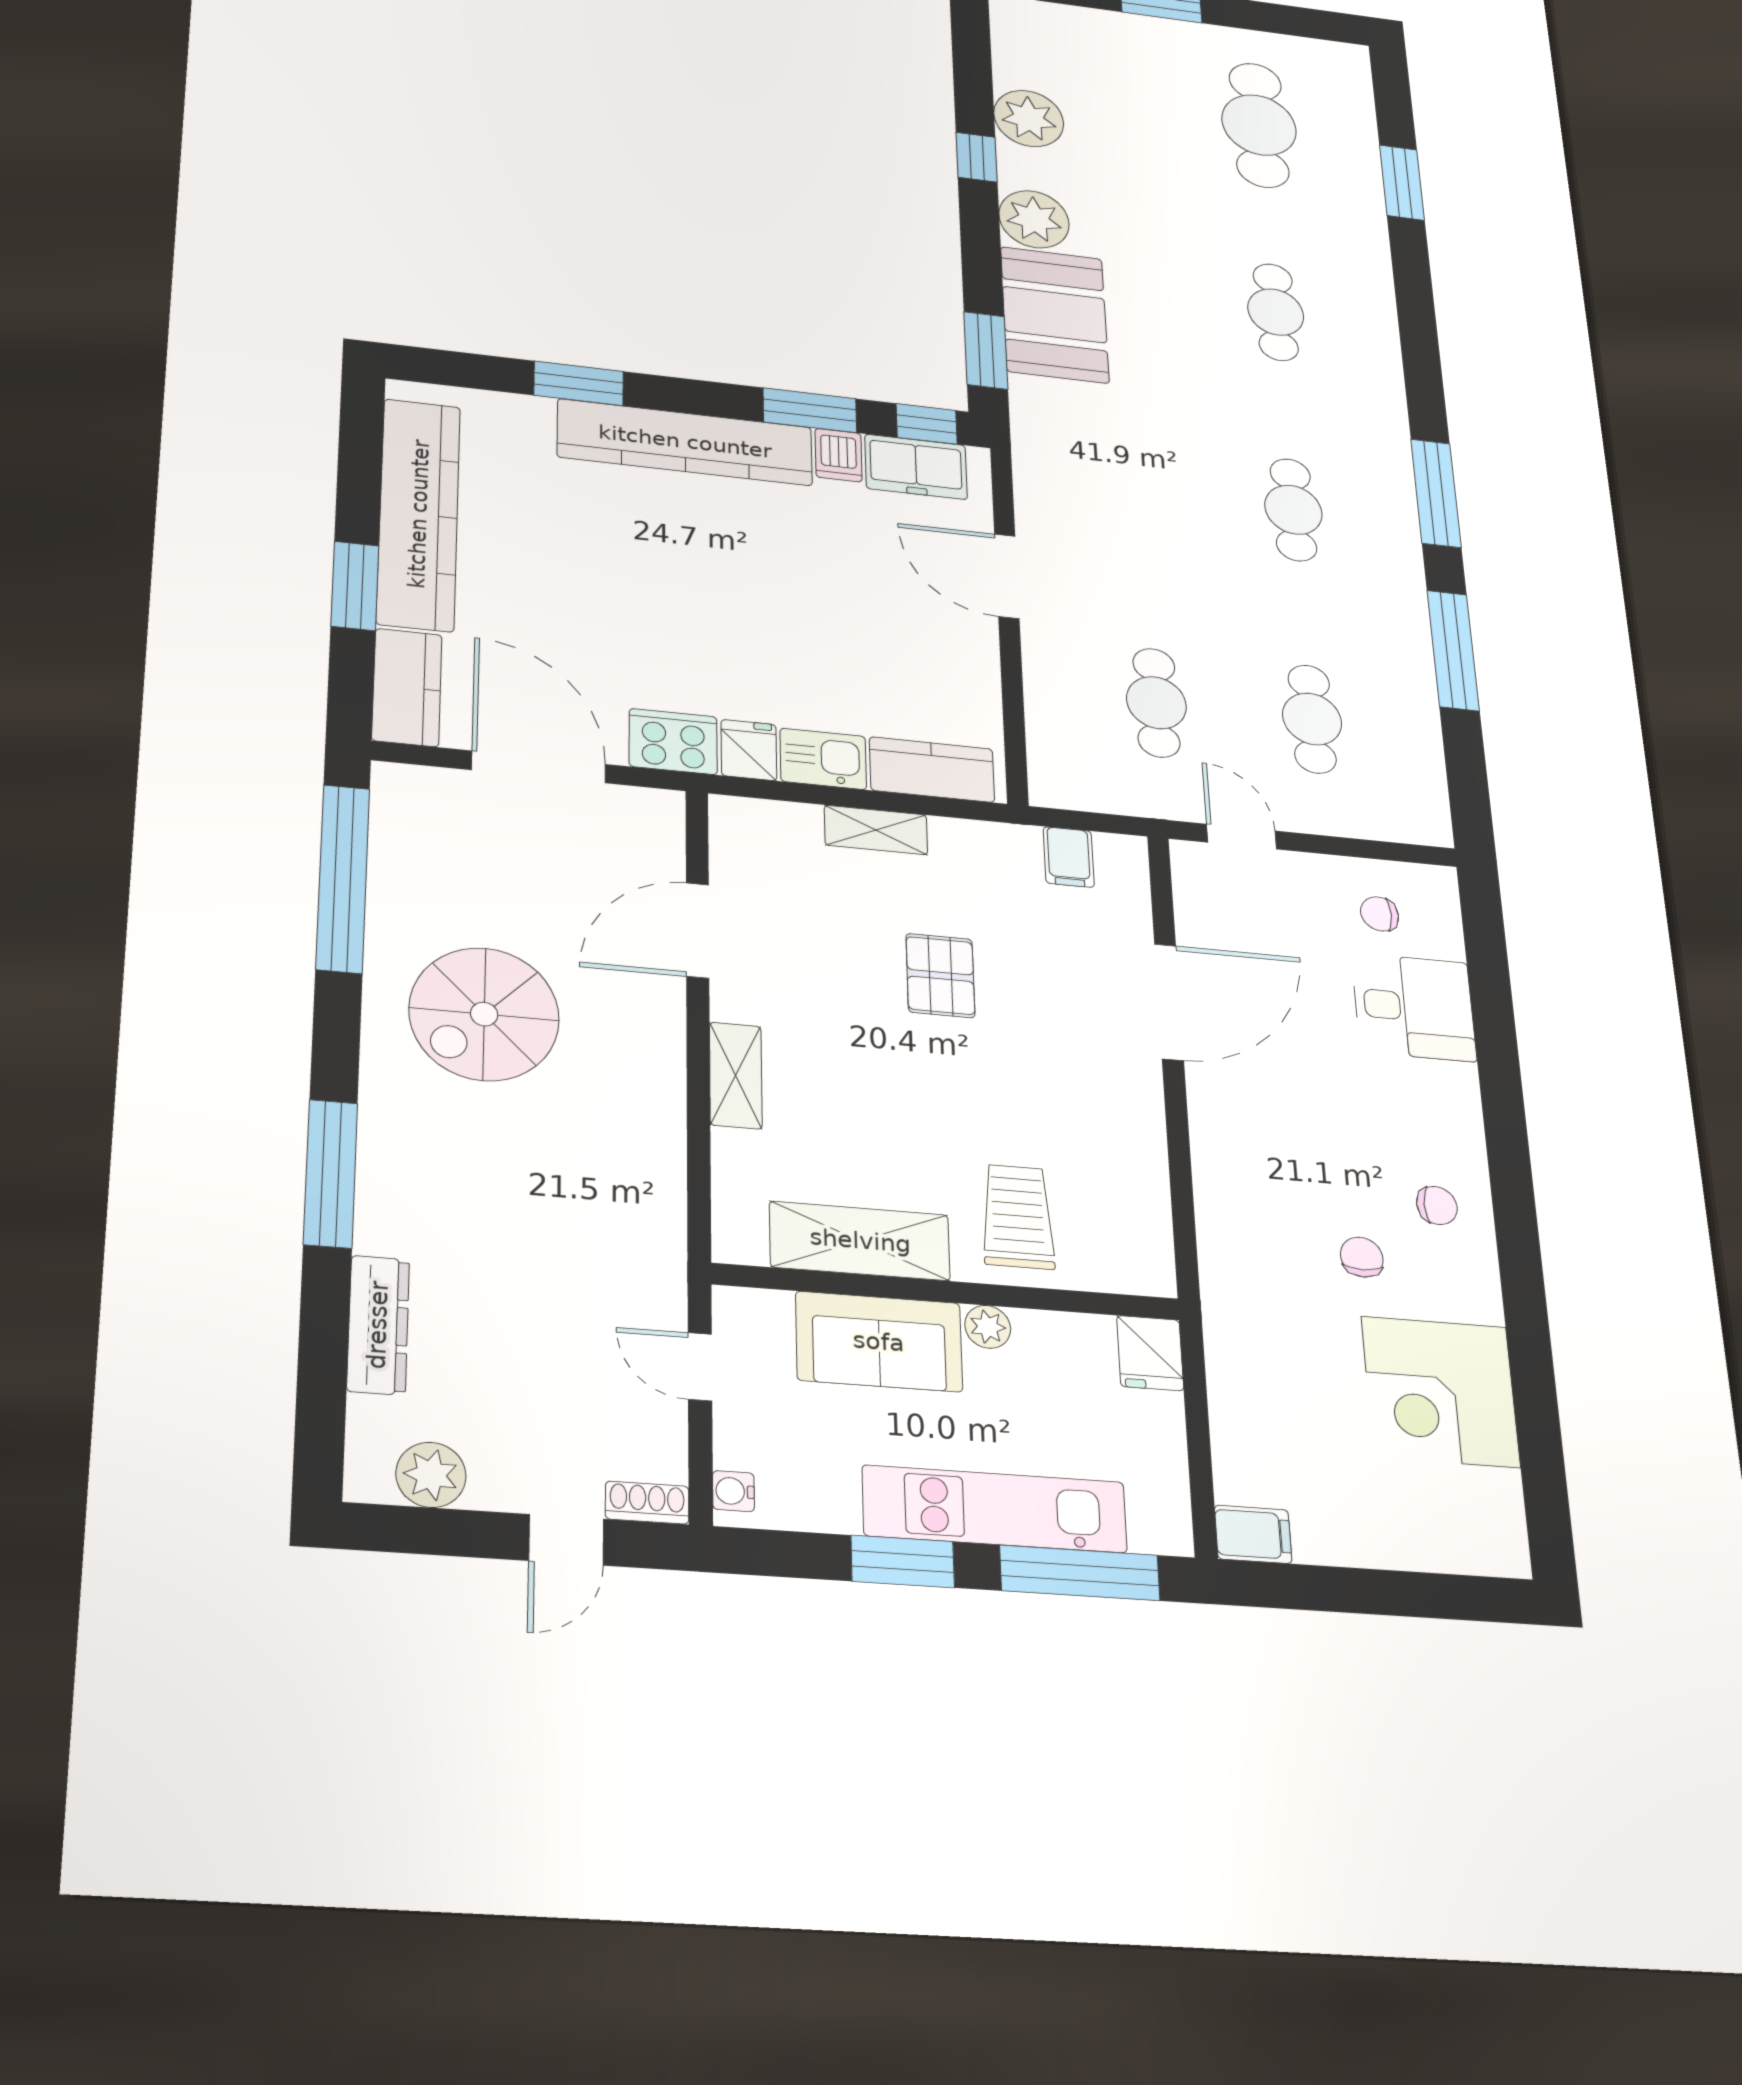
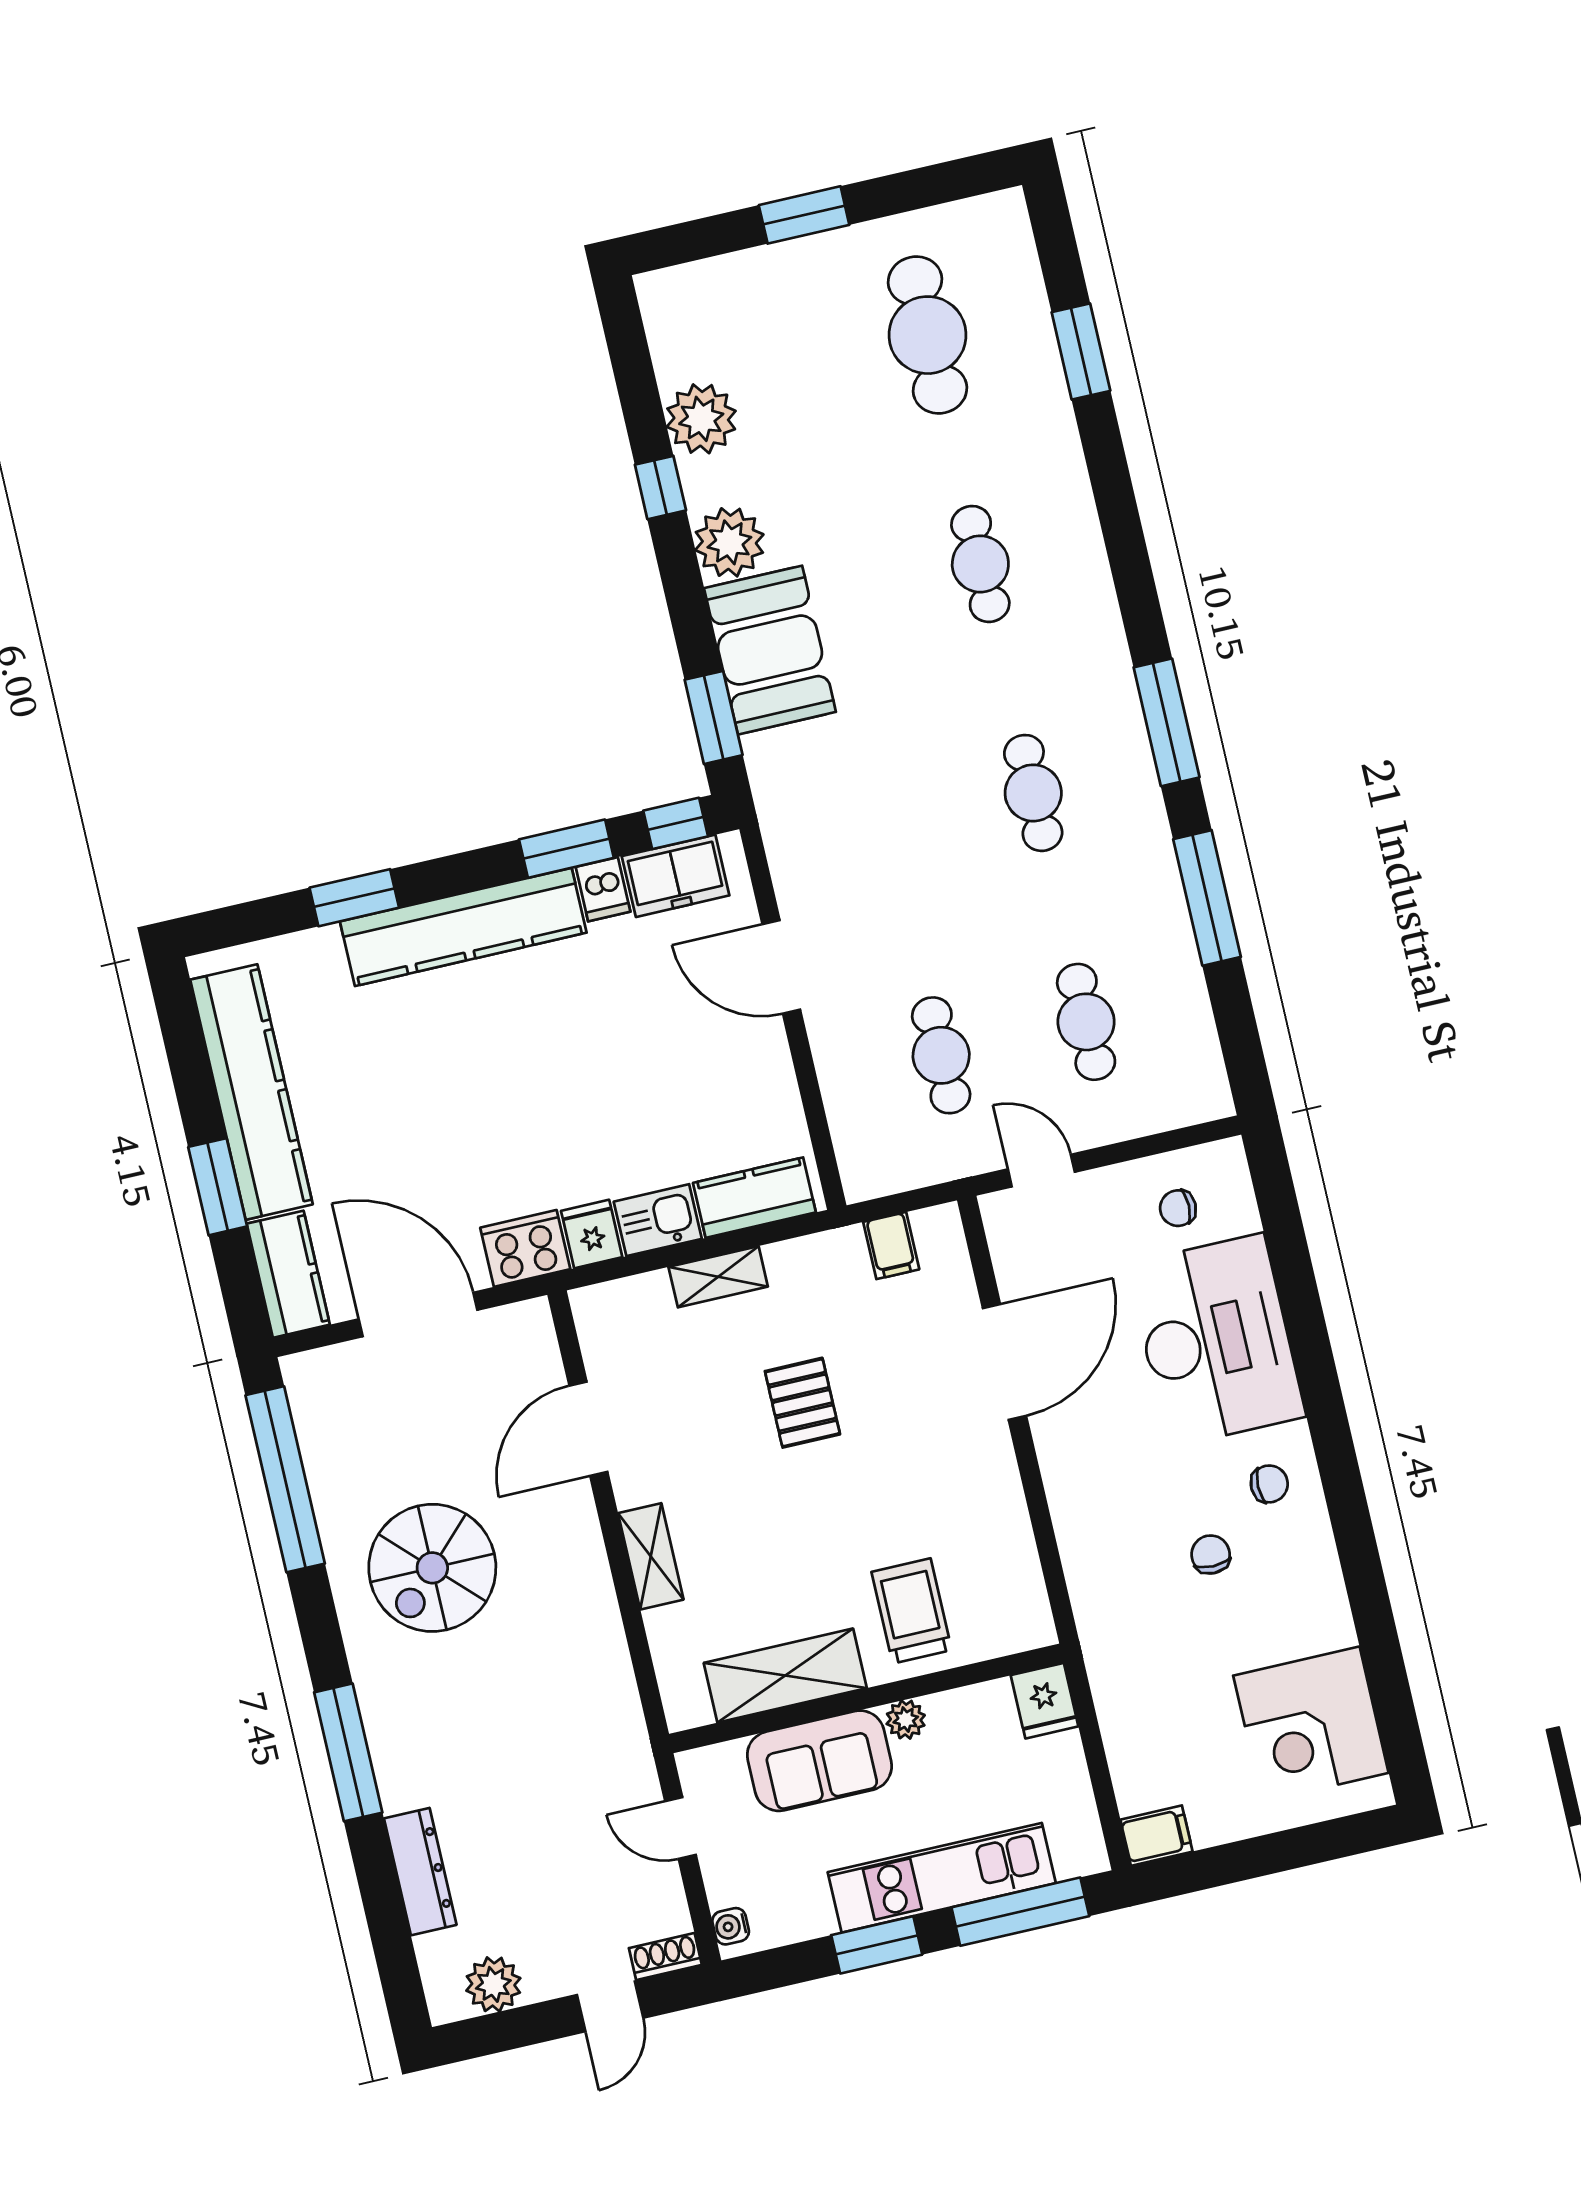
desk: (1414, 1007) -> (1216, 1340), width x1.87, depth x1.30
corner desk: (1441, 1392) -> (1311, 1724), moved

